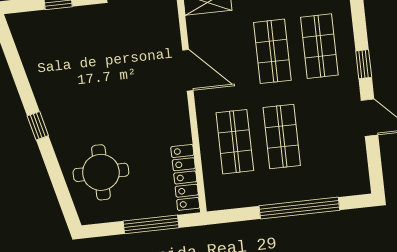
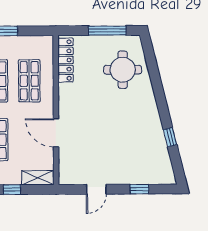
window: (38, 126) -> (170, 137), moved
window: (151, 224) -> (107, 31), moved

